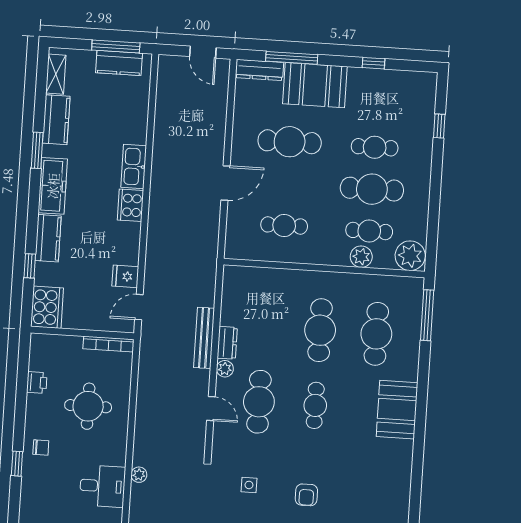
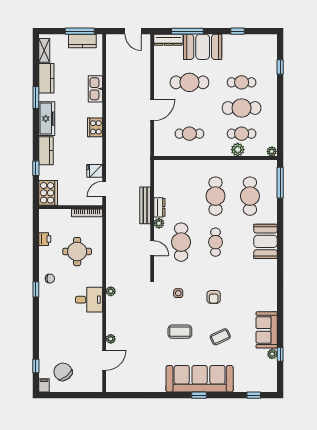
kitchen sink: (134, 166) -> (95, 89), moved
plant: (410, 256) -> (272, 151), width x0.53, depth x0.53

